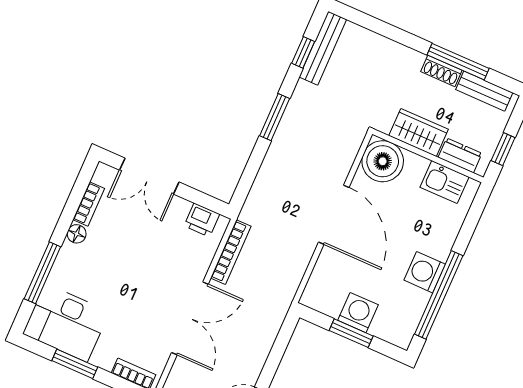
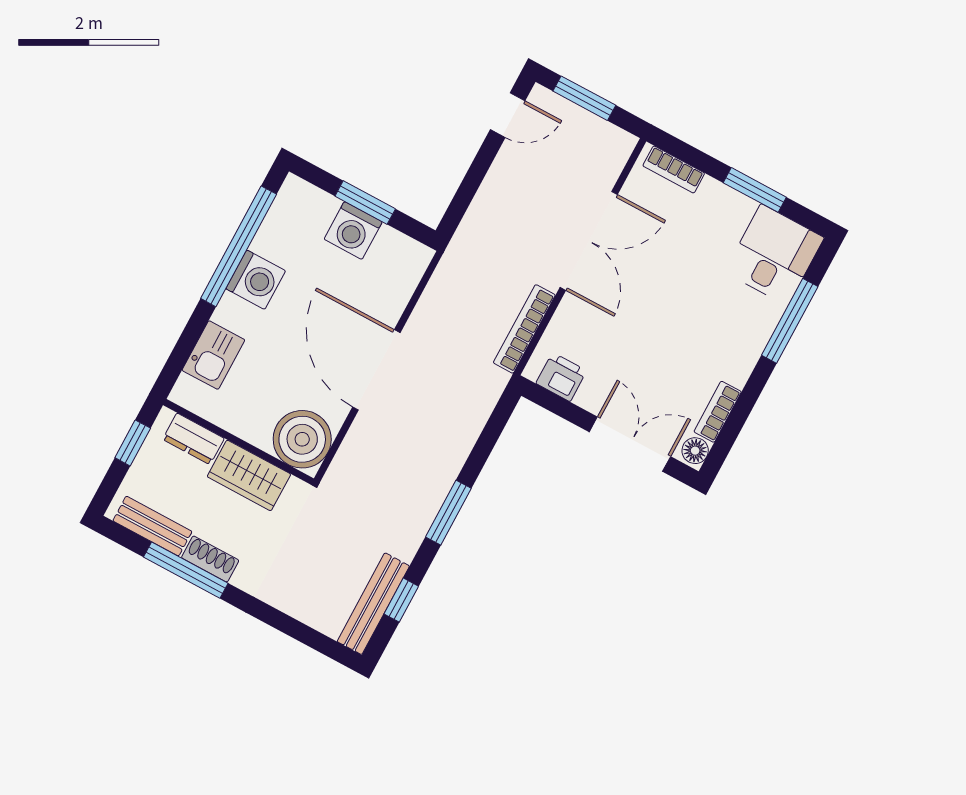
kitchen sink: (444, 182) -> (213, 355), moved, turned 90
floor lamp: (77, 234) -> (695, 451), moved
double door: (190, 318) -> (589, 241), swing flipped
desk: (66, 323) -> (774, 255), width x0.73

